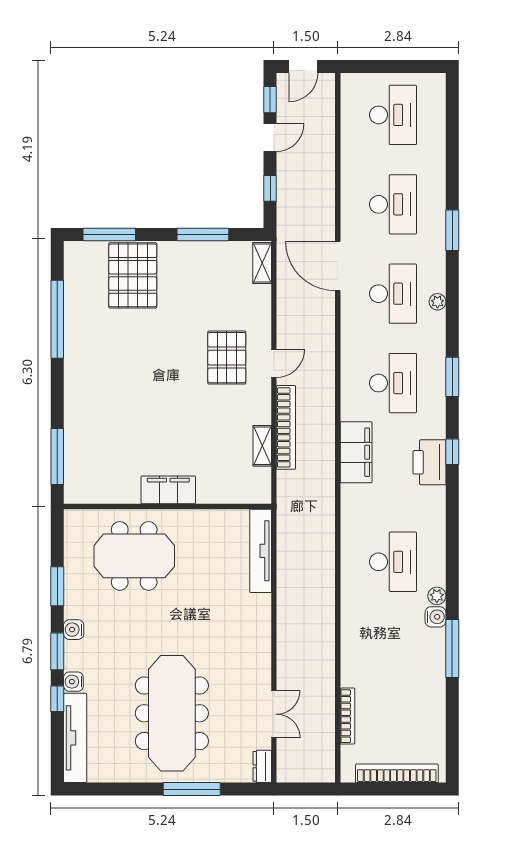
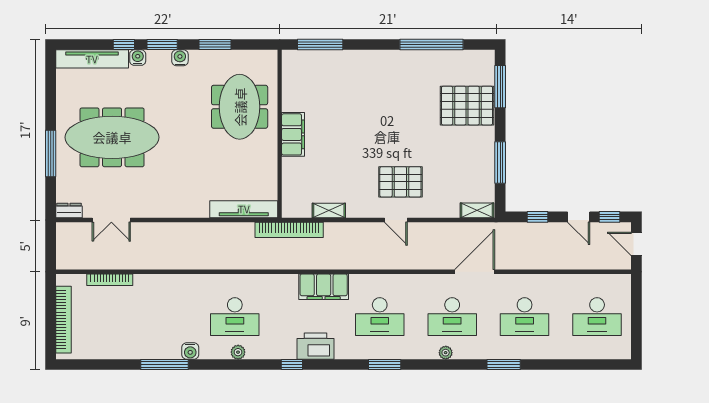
bookcase: (286, 427) -> (289, 230), moved
window: (452, 452) -> (292, 365), moved
plant: (437, 596) -> (238, 352), moved

